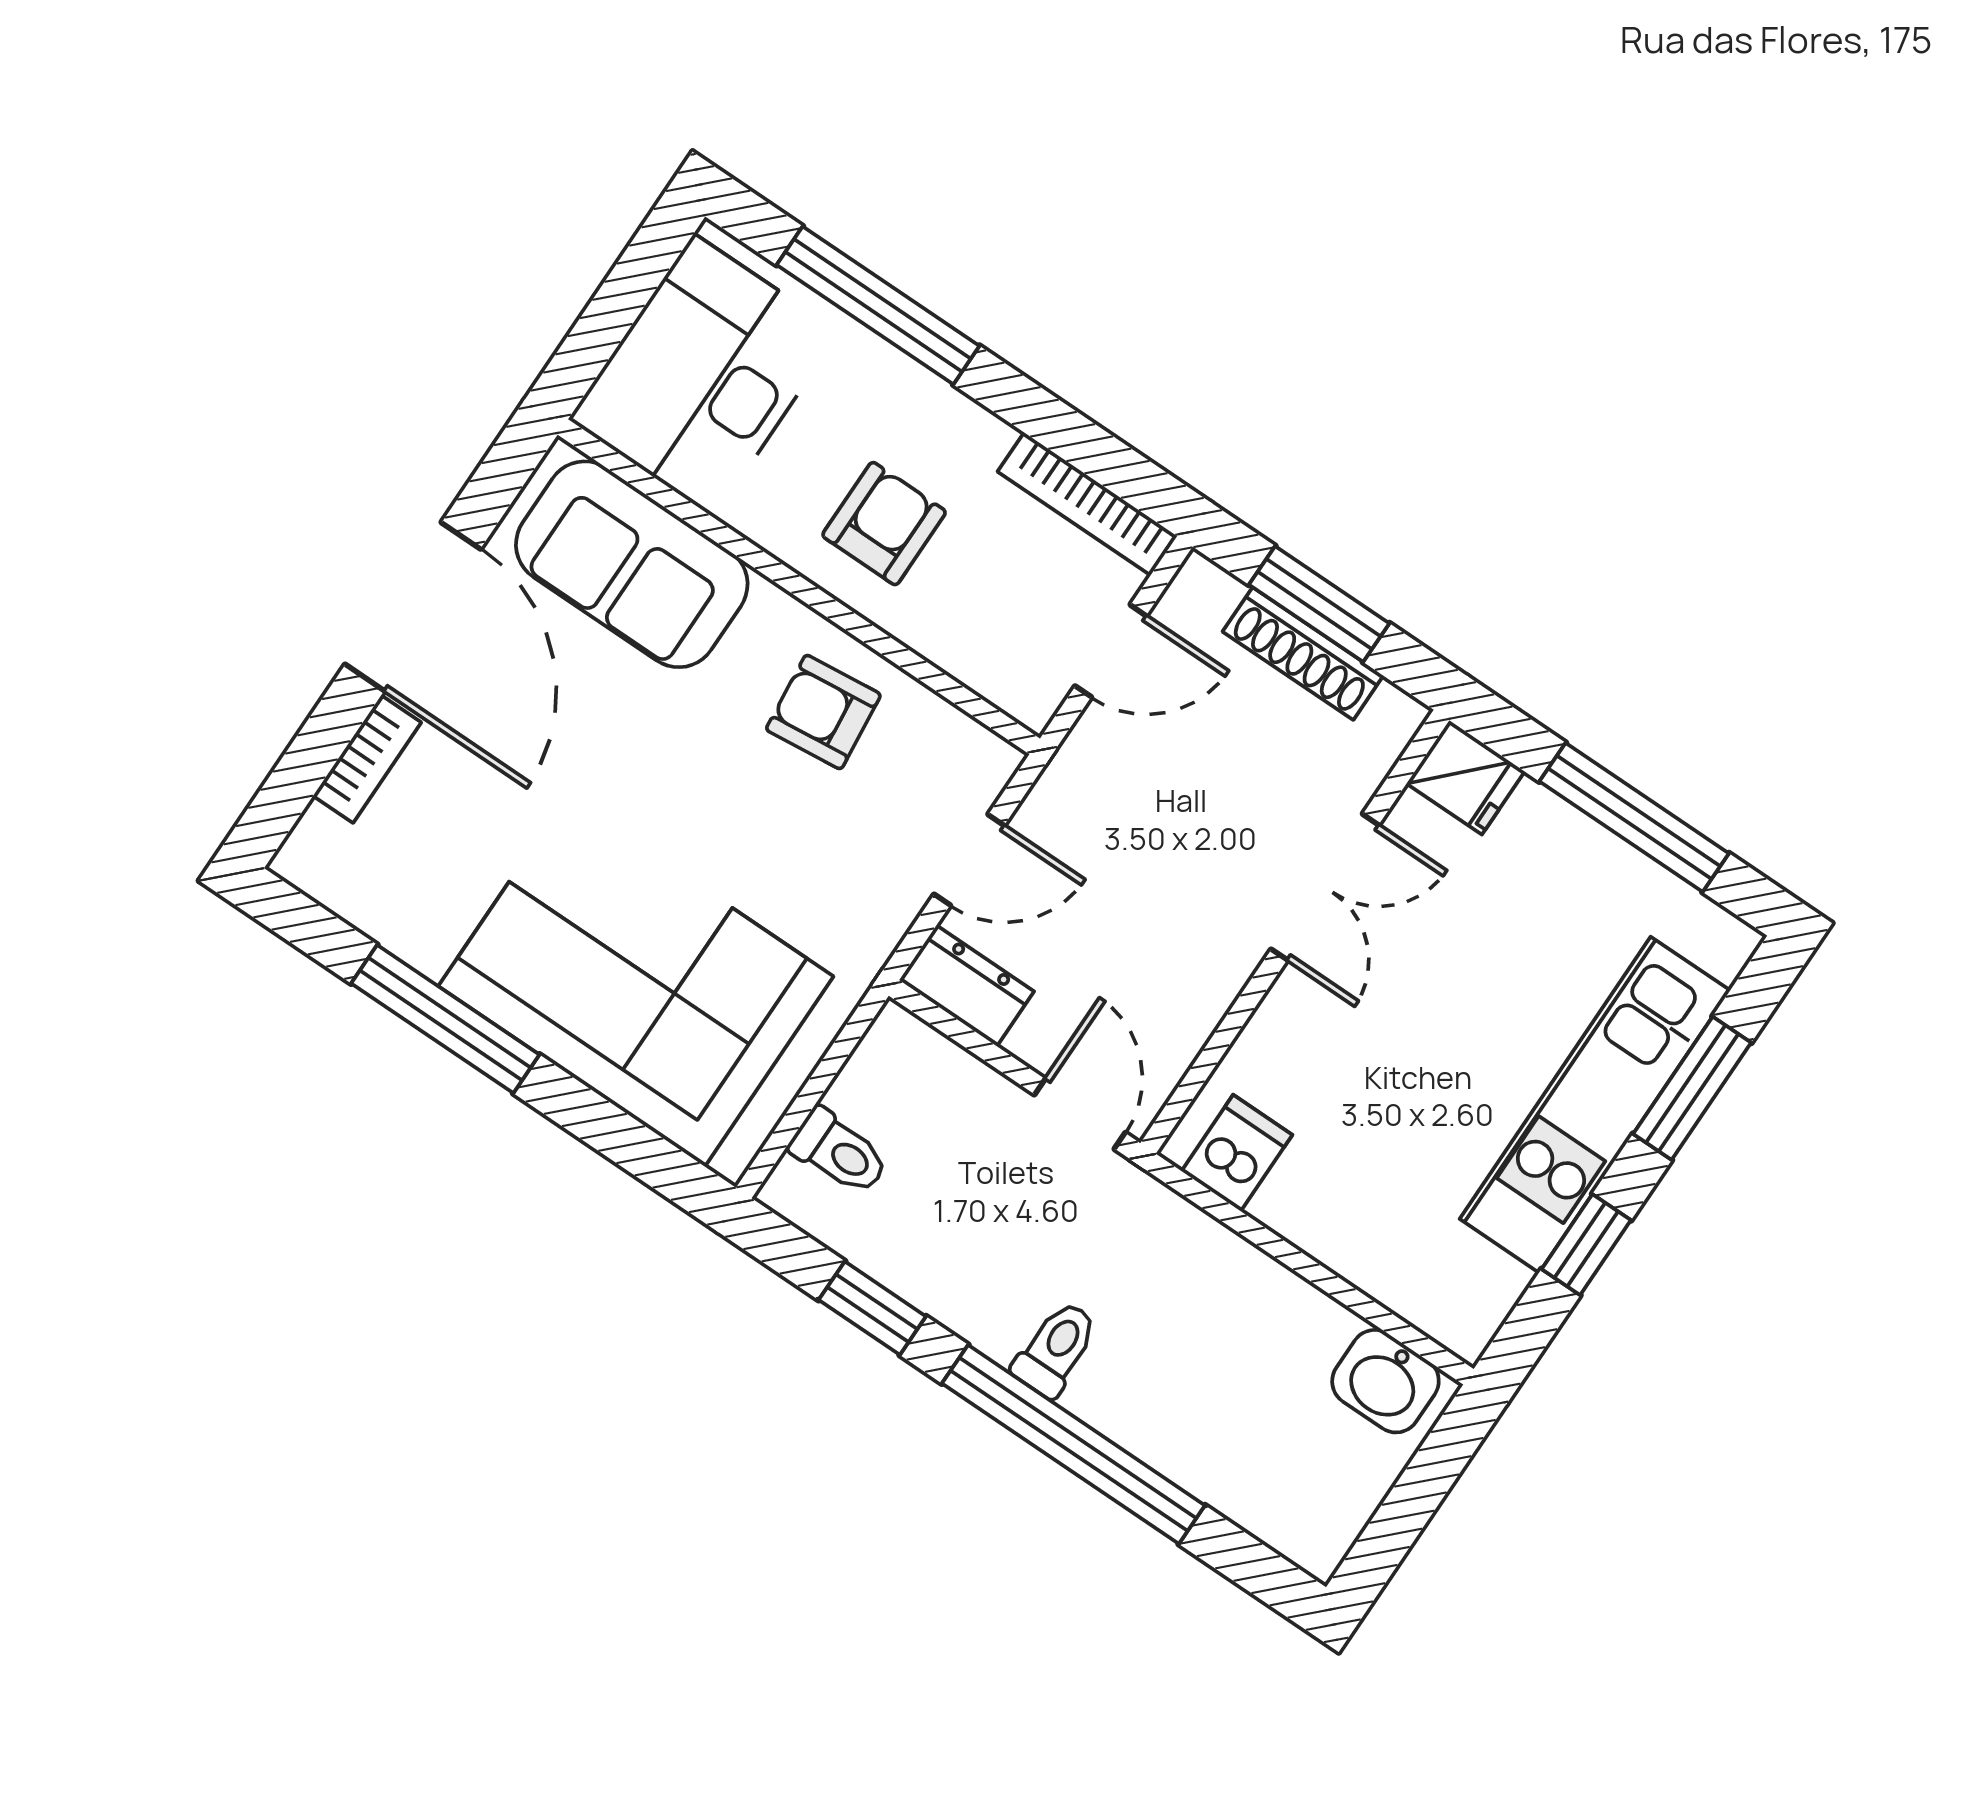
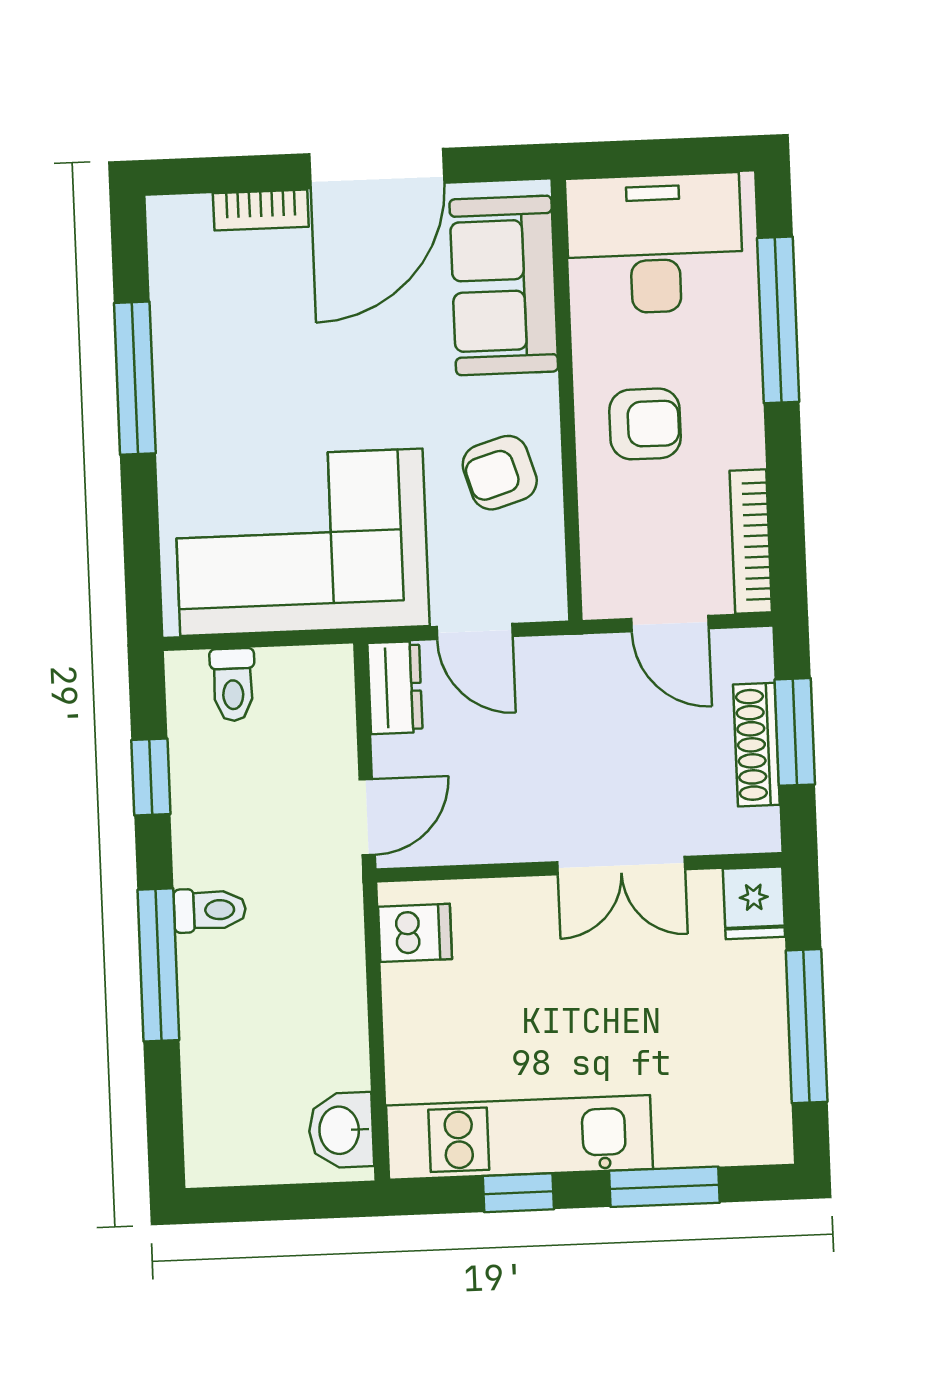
armchair: (823, 712) -> (500, 473), turned -101
corner sofa: (636, 981) -> (301, 542), moved, turned -90
kitchen unit: (1595, 1105) -> (519, 1137), moved
window: (1073, 1444) -> (158, 965), width x0.68

